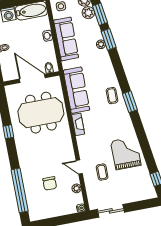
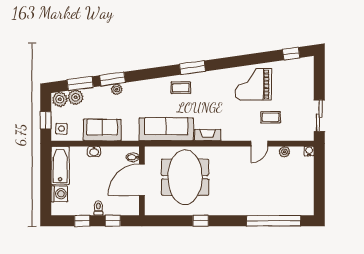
sofa: (66, 39) -> (102, 130), width x0.73
chair: (50, 183) -> (272, 183), removed

